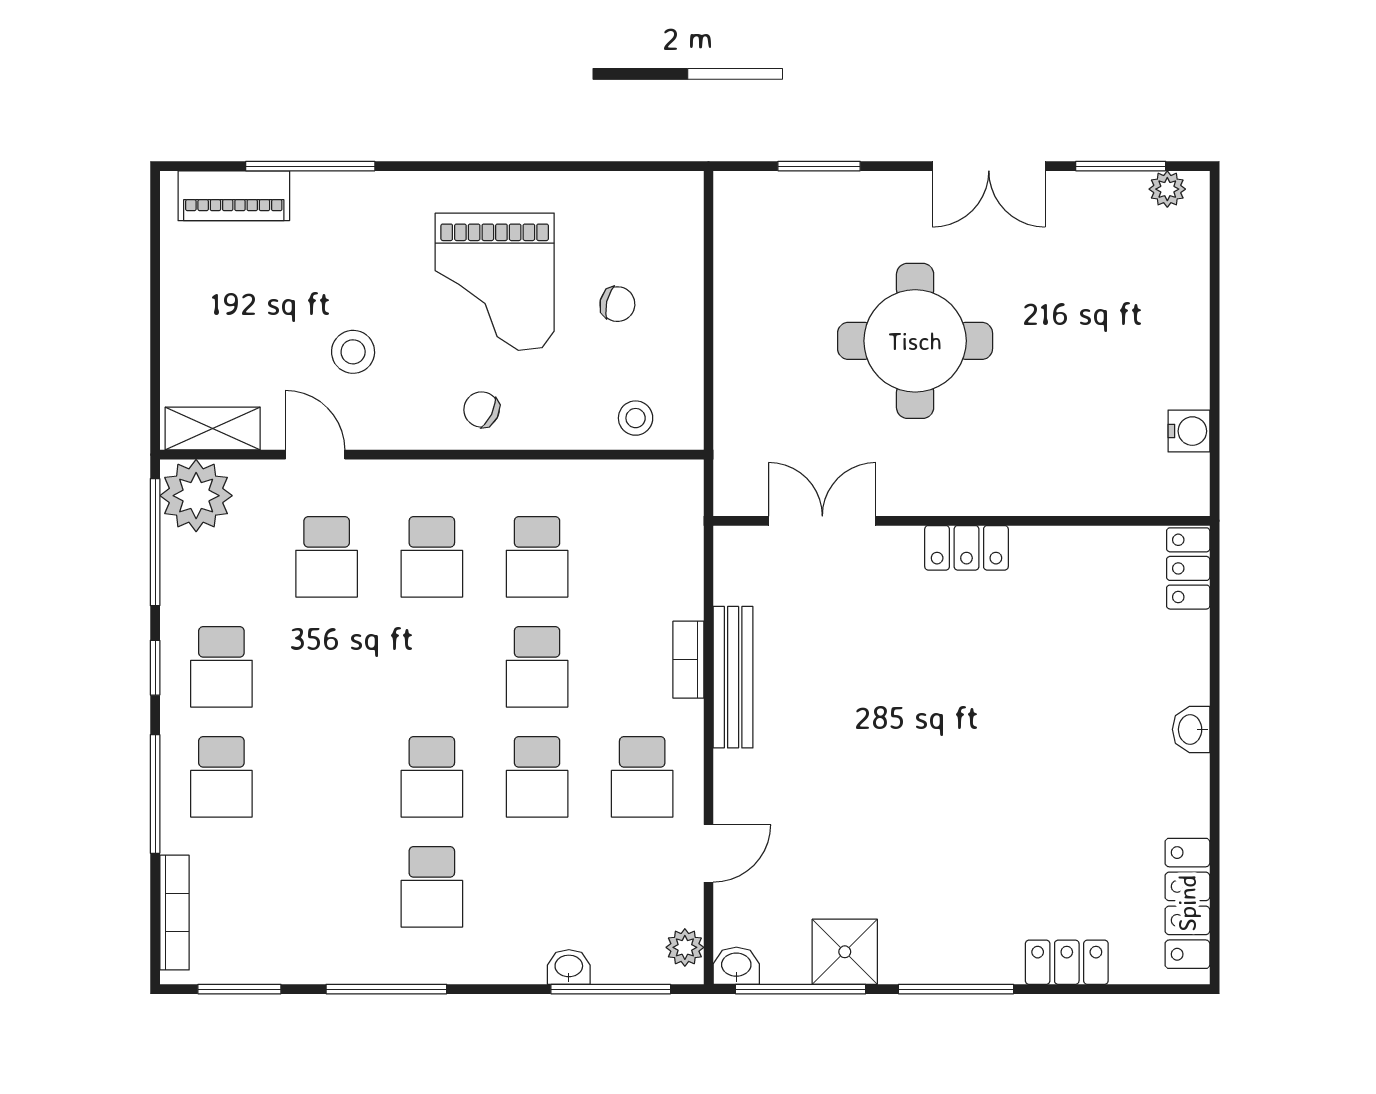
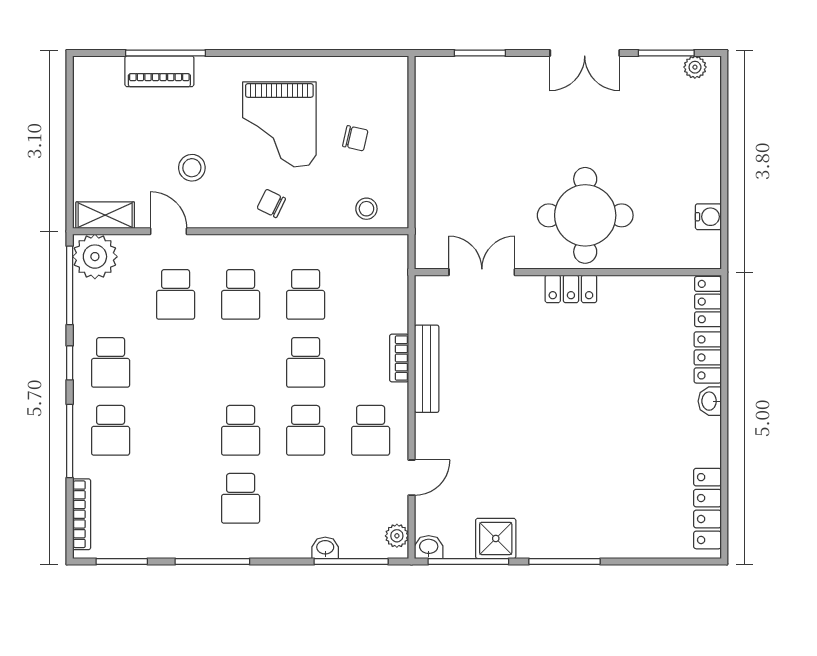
piano: (234, 196) -> (159, 71), moved
round table: (915, 341) -> (585, 215), moved
locker: (1067, 962) -> (708, 357), moved, turned -90

